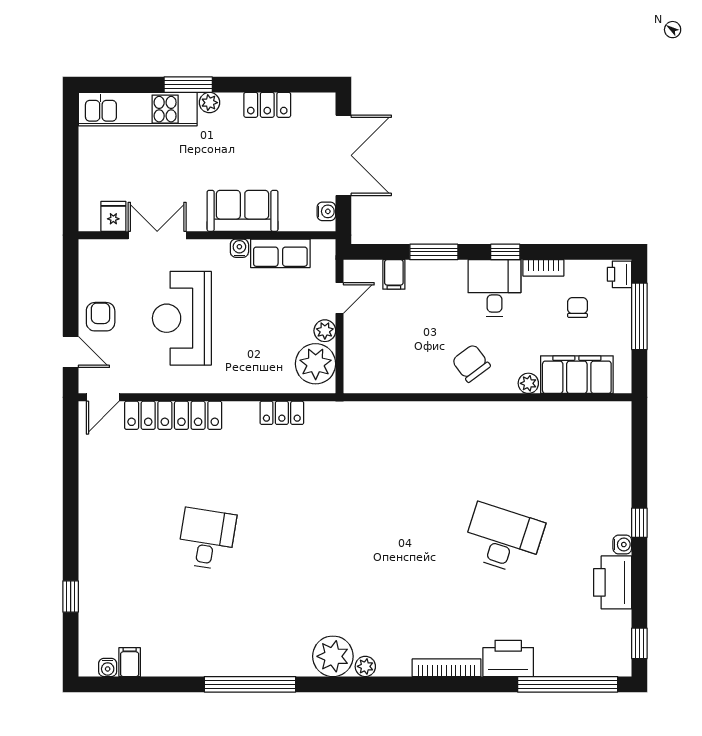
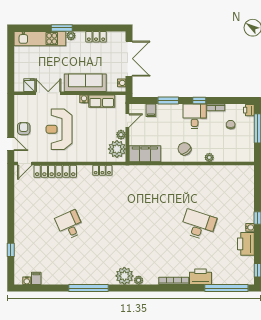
sofa: (243, 211) -> (85, 83), width x1.36
filing cabinet: (577, 375) -> (145, 154), moved
desk: (207, 539) -> (70, 225), turned -33

